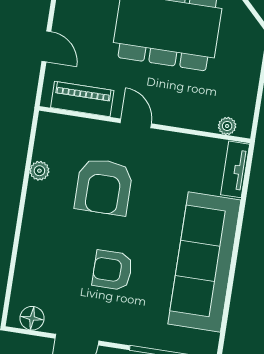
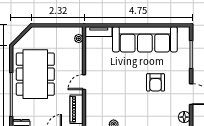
armchair: (104, 187) -> (117, 93), removed

